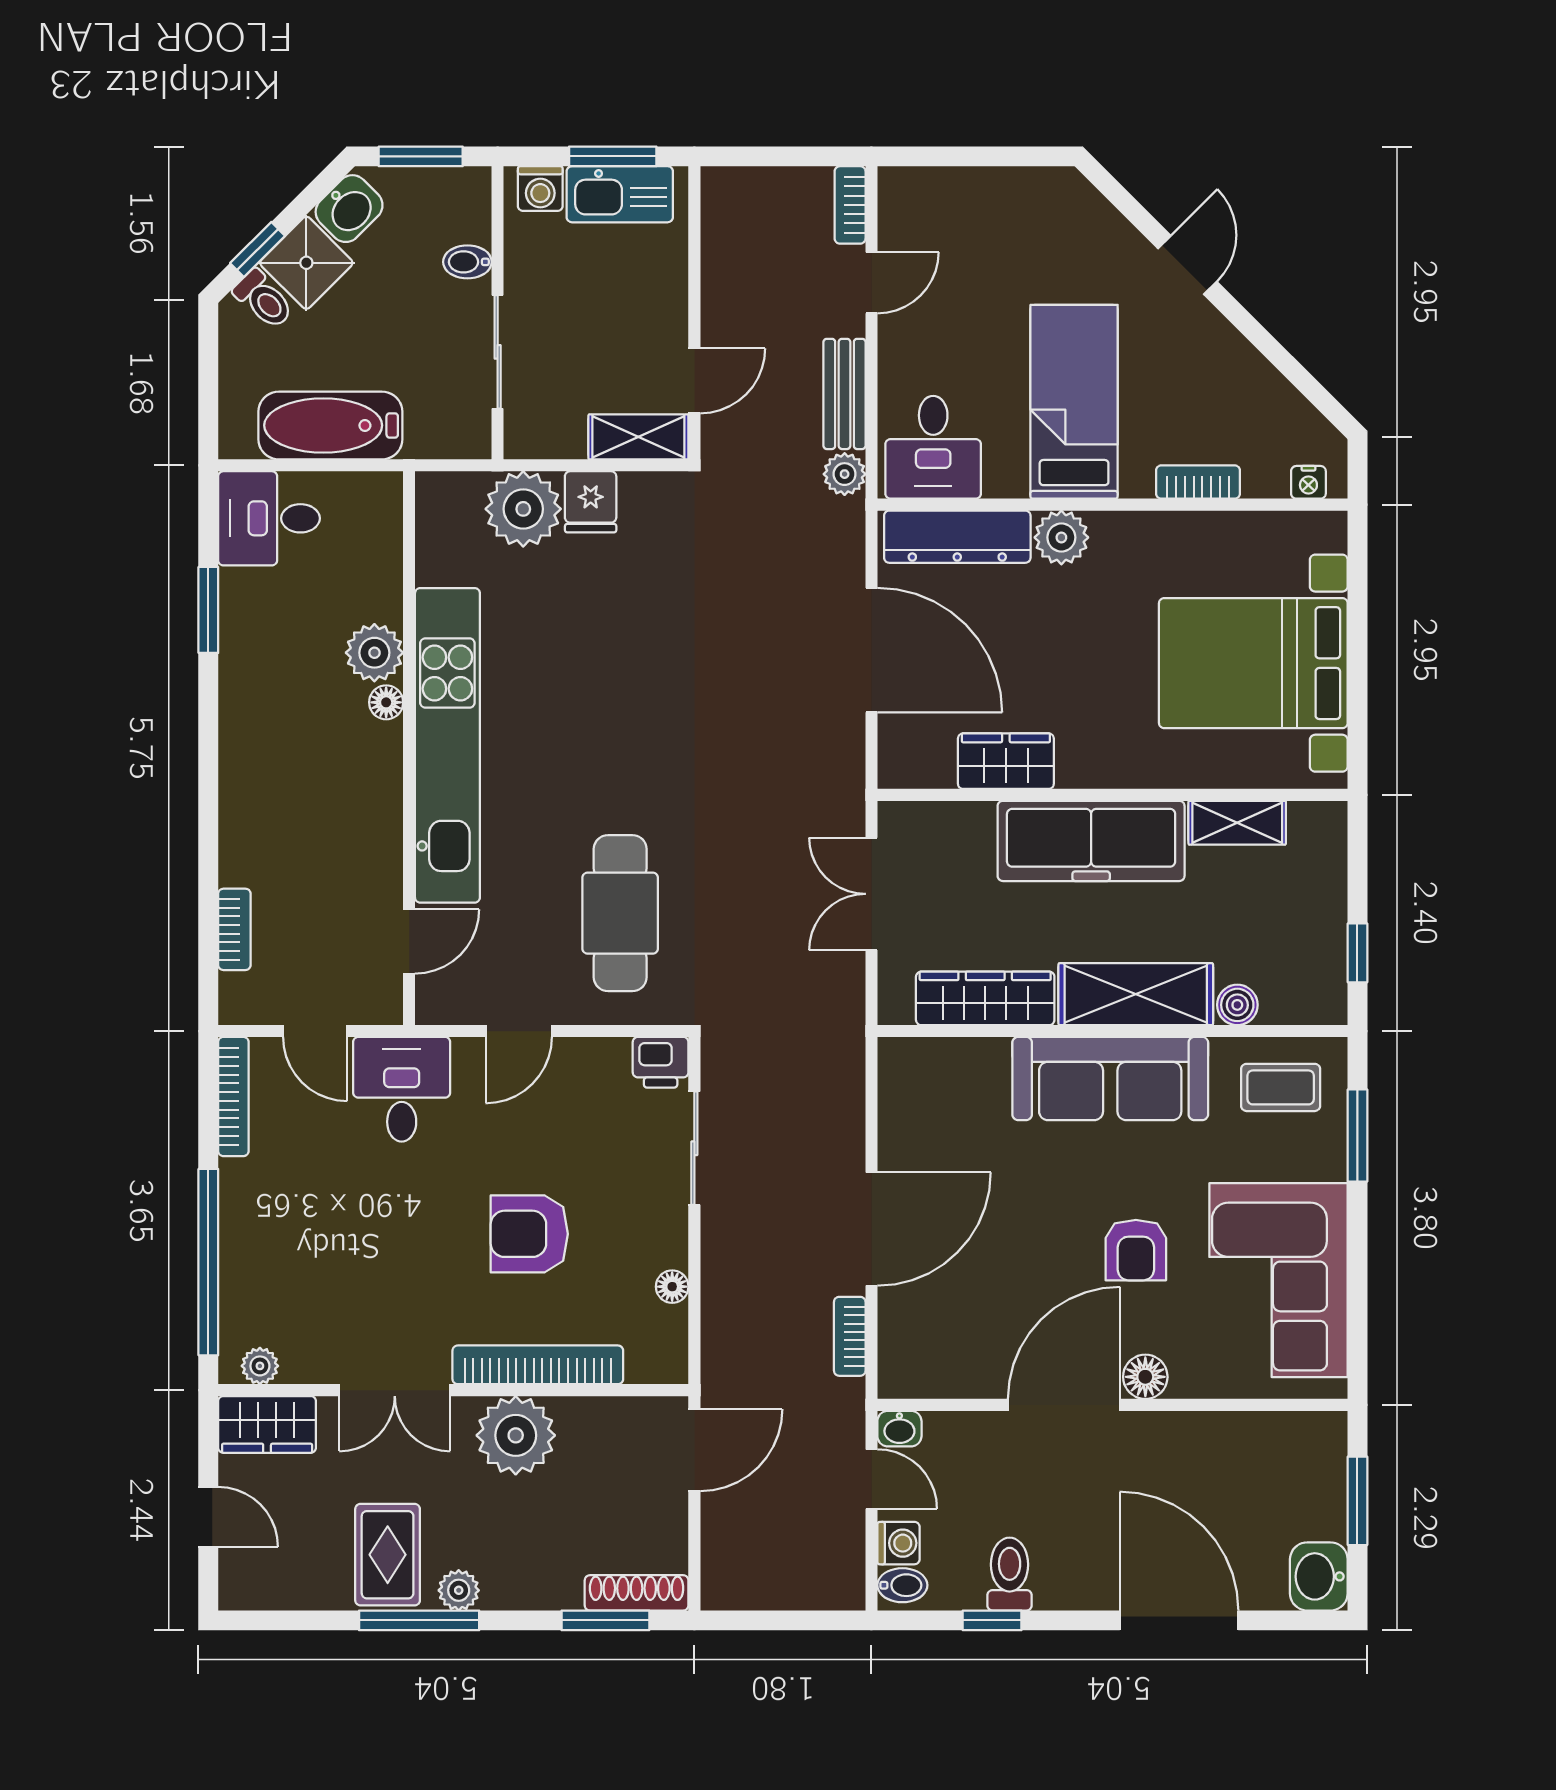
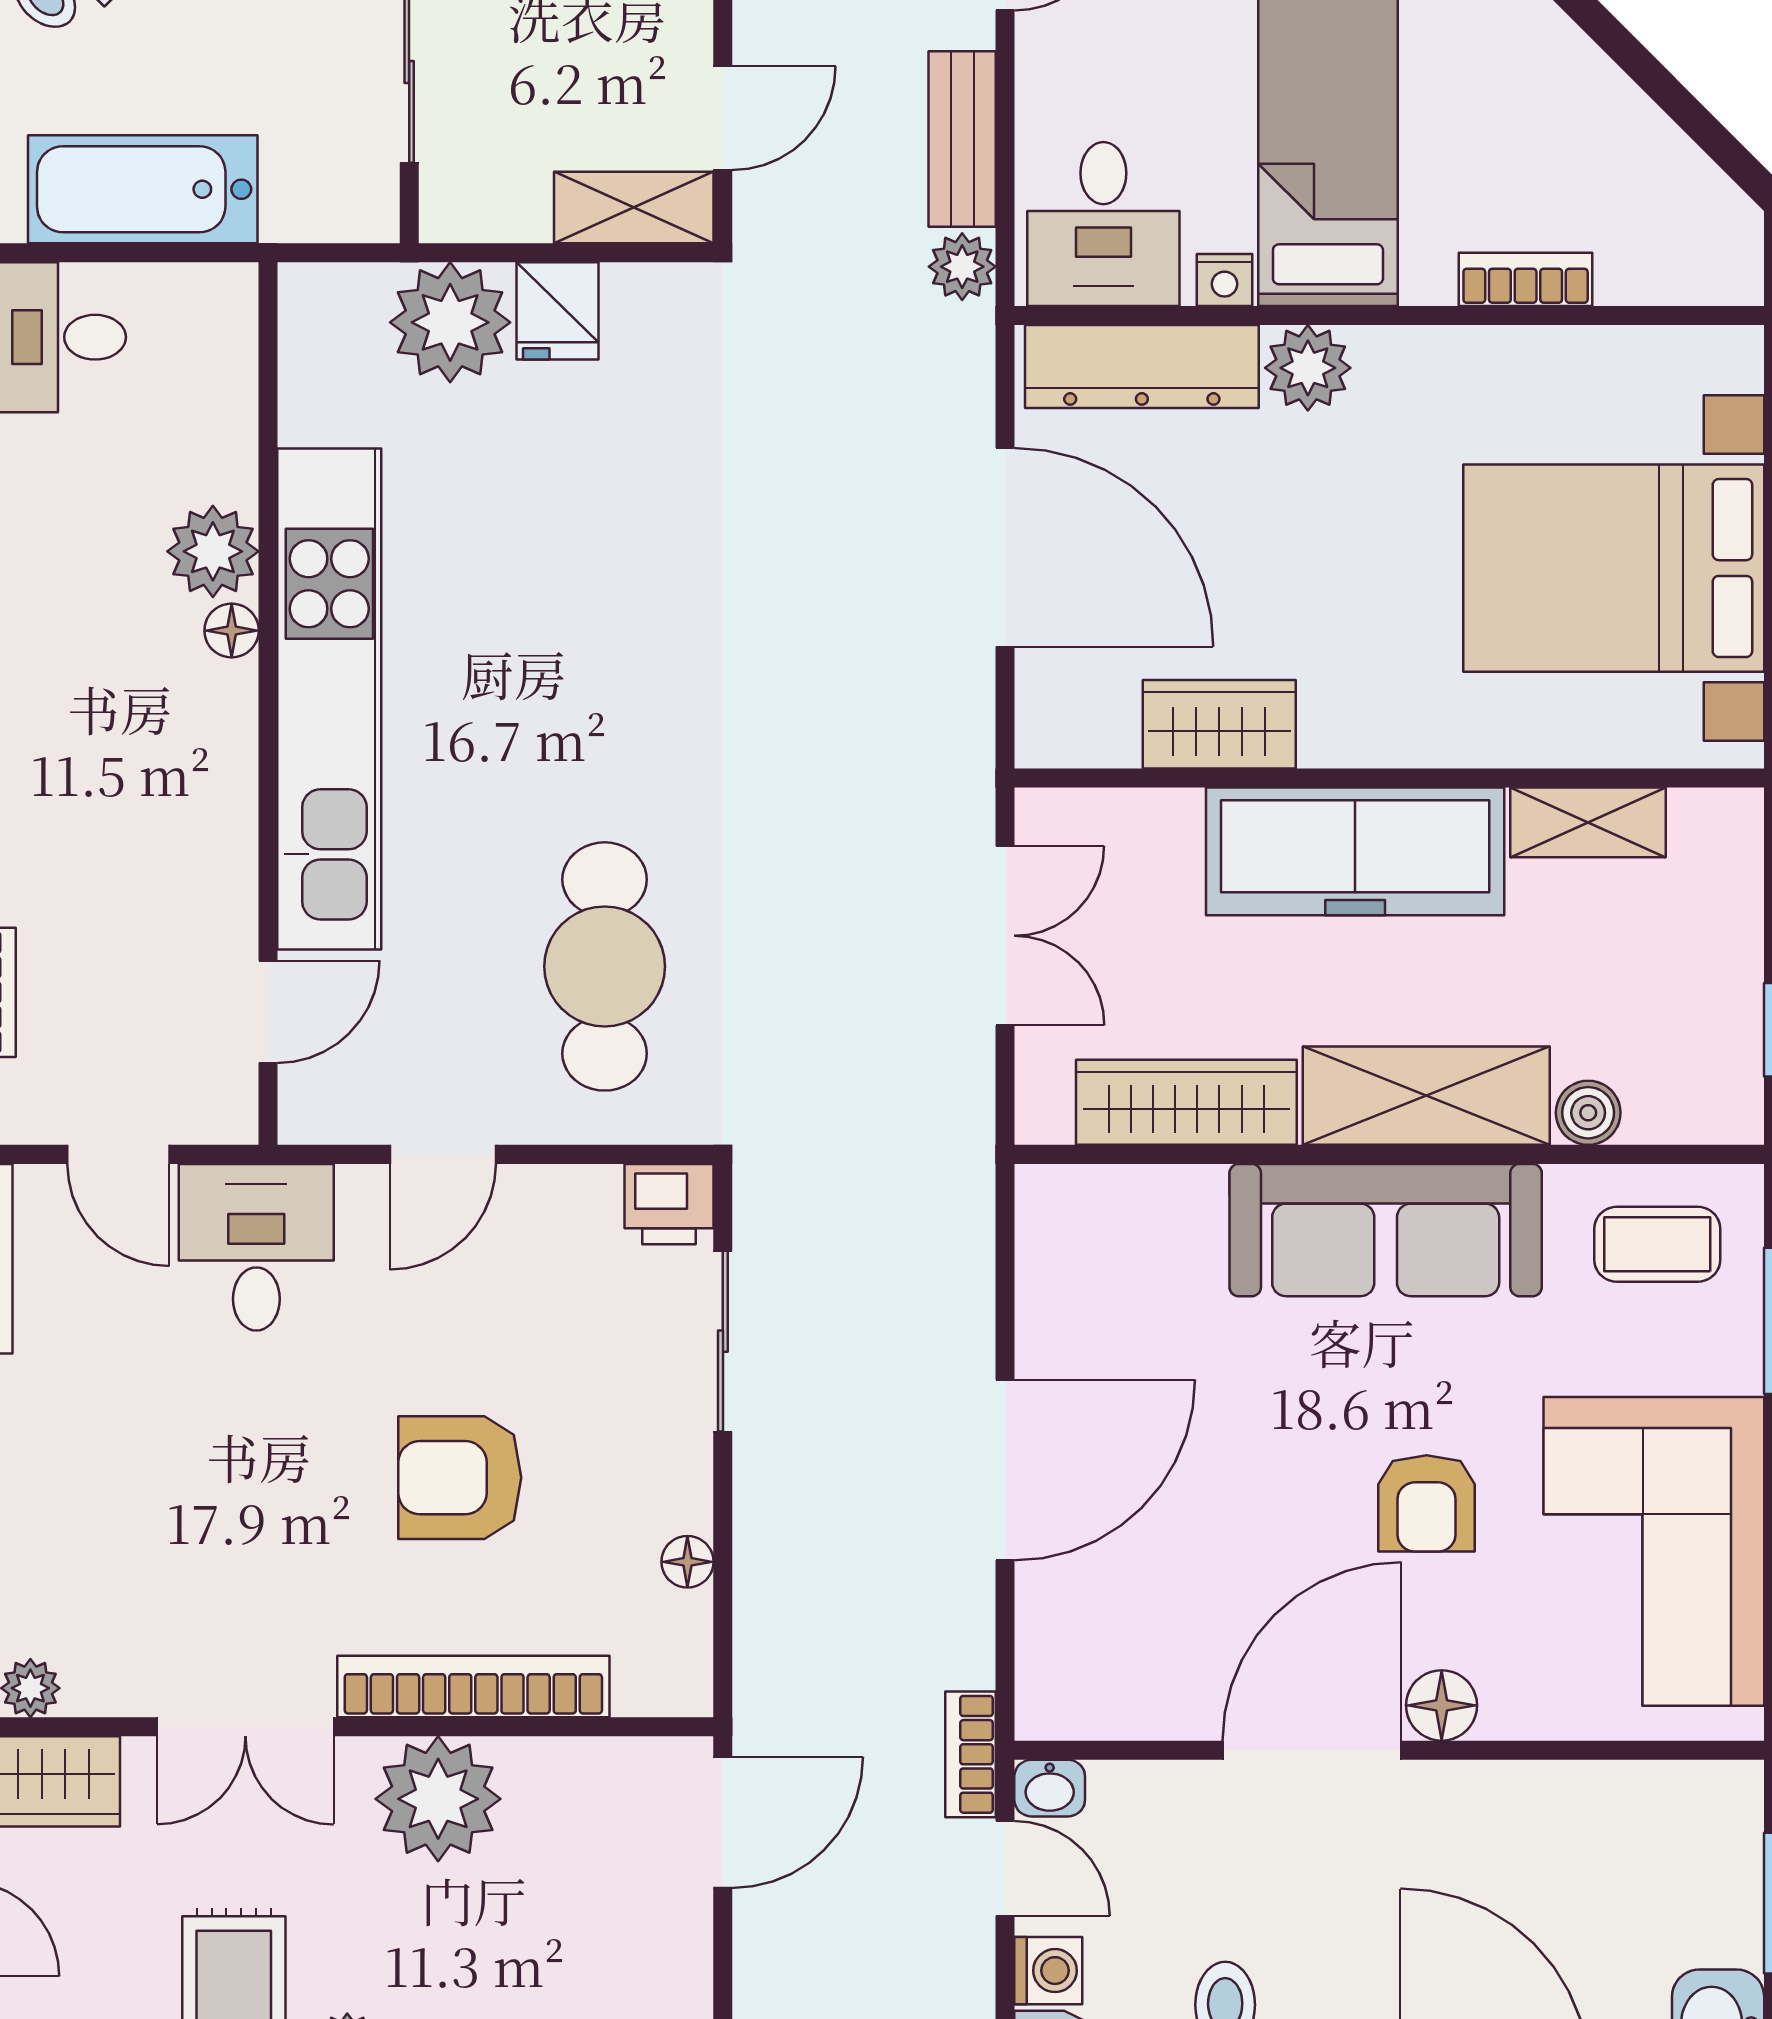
nightstand: (1308, 482) -> (1224, 280), moved
double door: (871, 894) -> (1005, 936), swing flipped
bookcase: (850, 1336) -> (970, 1754), moved

